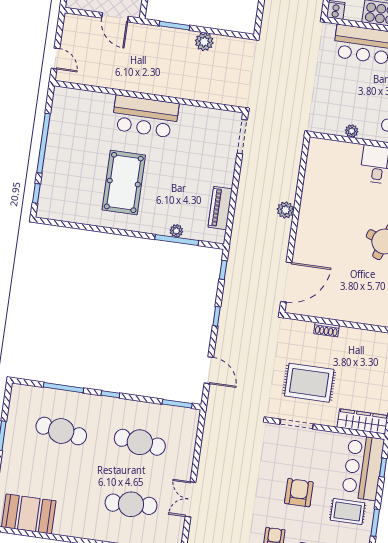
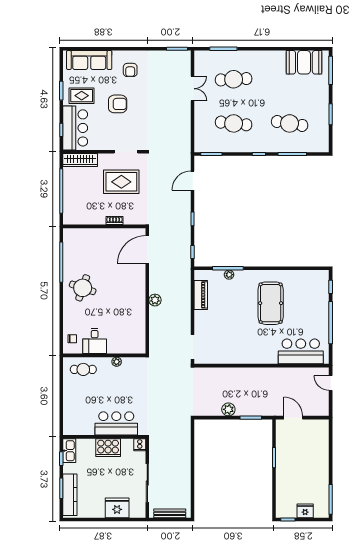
bar counter: (145, 116) -> (301, 351), moved
door: (209, 370) -> (193, 181), hinge flipped
armchair: (299, 493) -> (118, 104), turned -90

